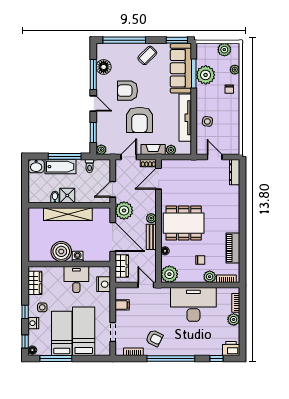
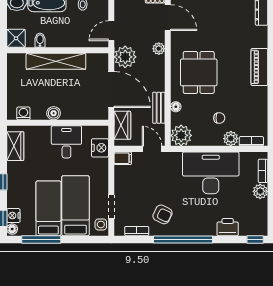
door: (159, 179) -> (168, 18), swing flipped
shower: (67, 195) -> (16, 38), moved
plant: (151, 218) -> (159, 49), moved
dining table: (184, 223) -> (199, 72), width x0.73
bench: (151, 237) -> (159, 108), moved
piano: (233, 248) -> (259, 67), moved
boiler: (61, 251) -> (54, 113), width x0.54, depth x0.54
washing machine: (78, 256) -> (23, 113), moved
filing cabinet: (122, 305) -> (123, 158), moved
side table: (42, 307) -> (101, 224), moved
nightstand: (33, 323) -> (13, 216), moved
printer: (231, 349) -> (228, 227), moved
window: (217, 359) -> (255, 239), moved

